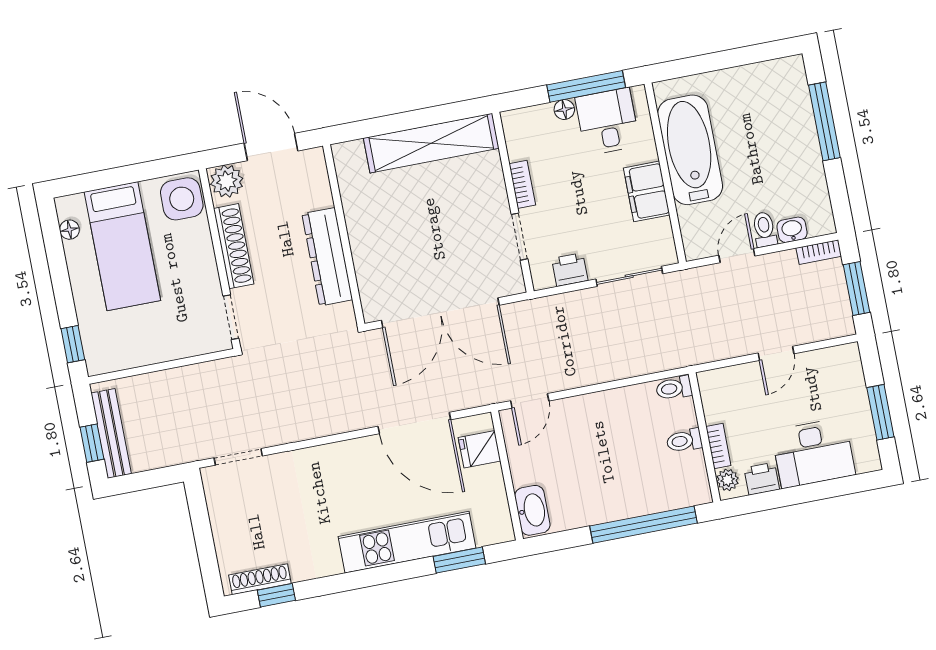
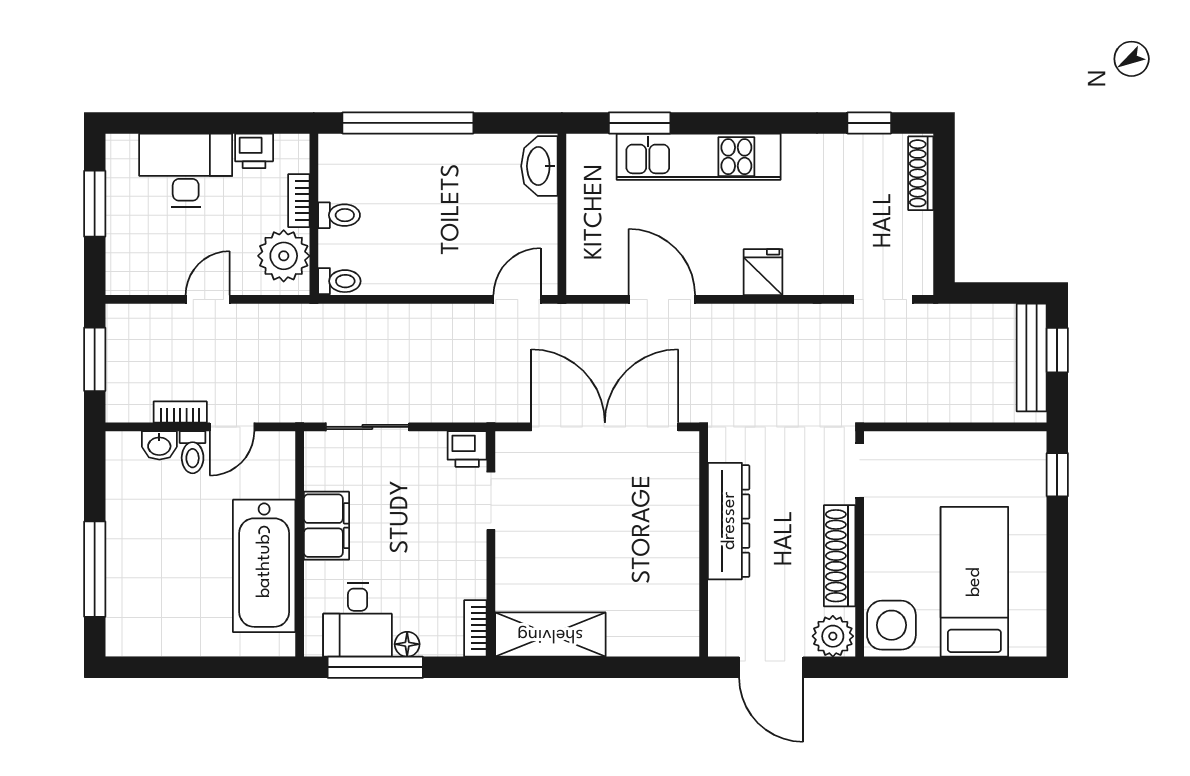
shelving: (431, 143) -> (550, 635), width x0.68
bookcase: (522, 184) -> (475, 628), moved
floor lamp: (69, 230) -> (1035, 614), removed
bookcase: (819, 252) -> (180, 412), moved
printer: (570, 270) -> (467, 449), moved
door: (414, 423) -> (662, 299), width x0.73
fridge: (479, 449) -> (763, 272), moved, turned -90
plant: (728, 480) -> (284, 256), moved, width x1.88, depth x1.88
shoe rack: (260, 579) -> (921, 173), moved, turned 90

